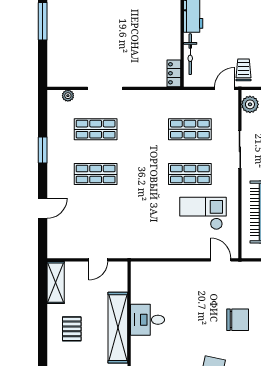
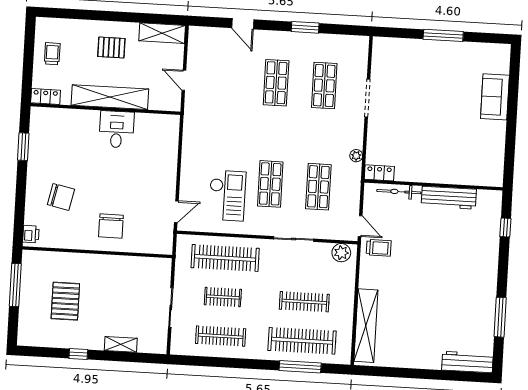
plant: (68, 96) -> (356, 156), moved

